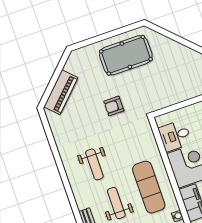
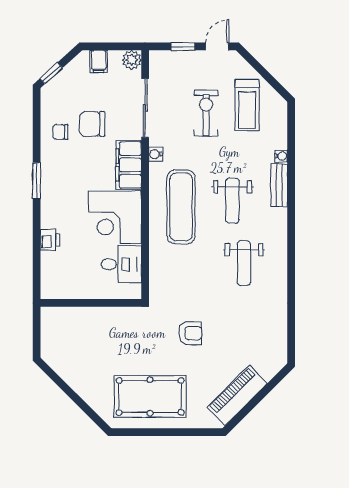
piano: (61, 92) -> (237, 395), moved
weight bench: (94, 164) -> (244, 263), turned 180

